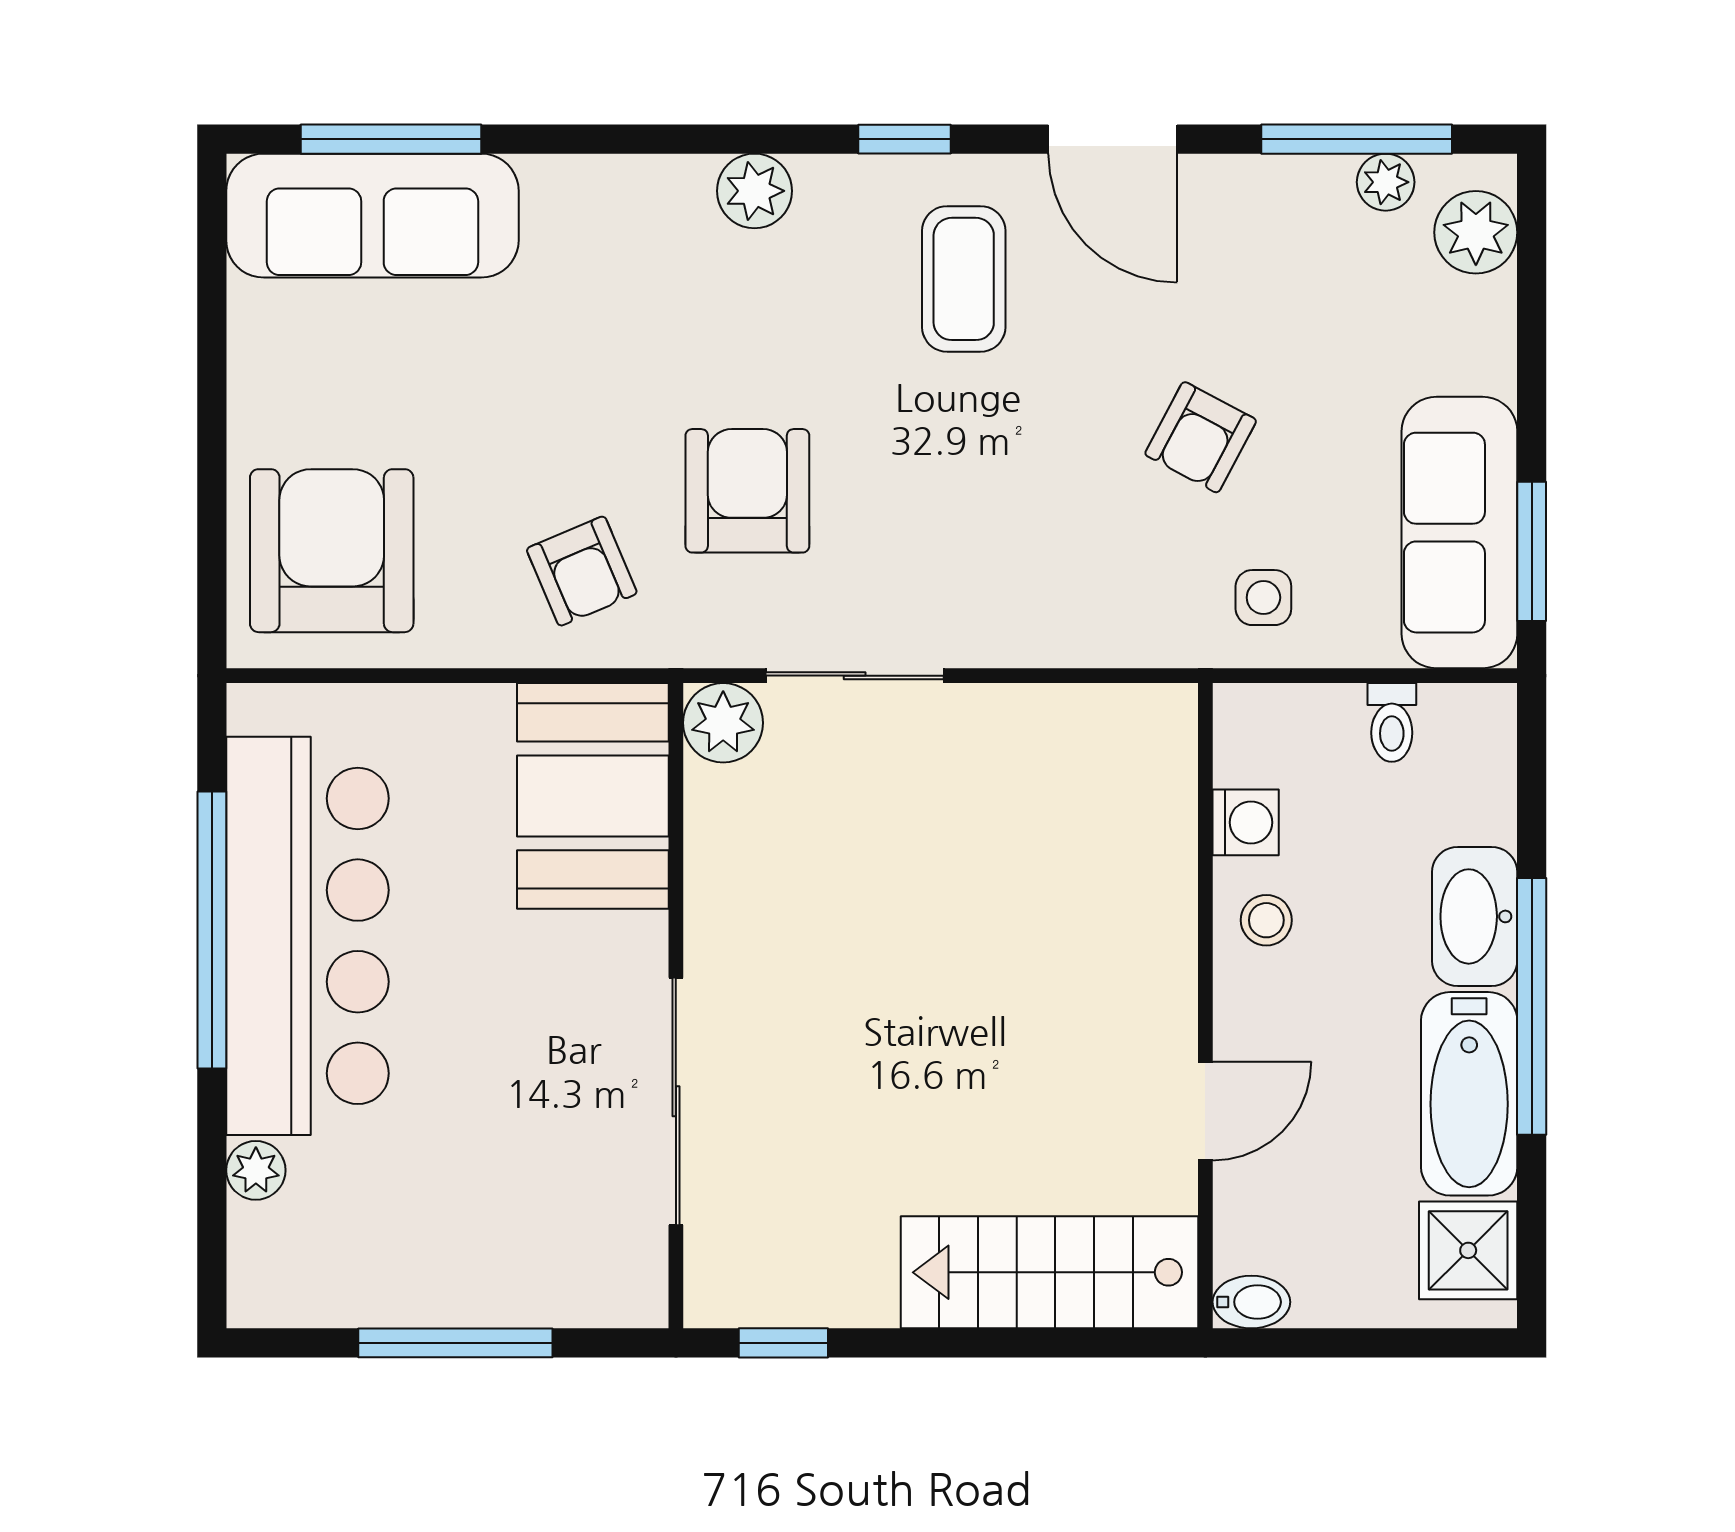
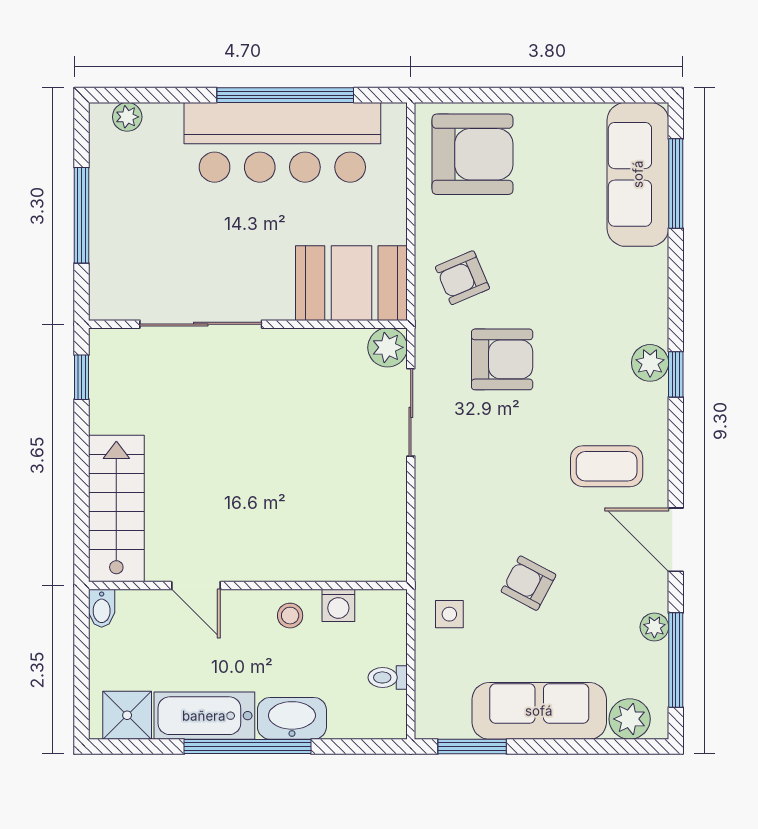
window: (905, 139) -> (676, 374), moved
door: (1113, 139) -> (676, 540), hinge flipped
plant: (1386, 182) -> (654, 627), moved
sofa: (1459, 533) -> (539, 711), moved
plant: (256, 1170) -> (127, 117), moved

